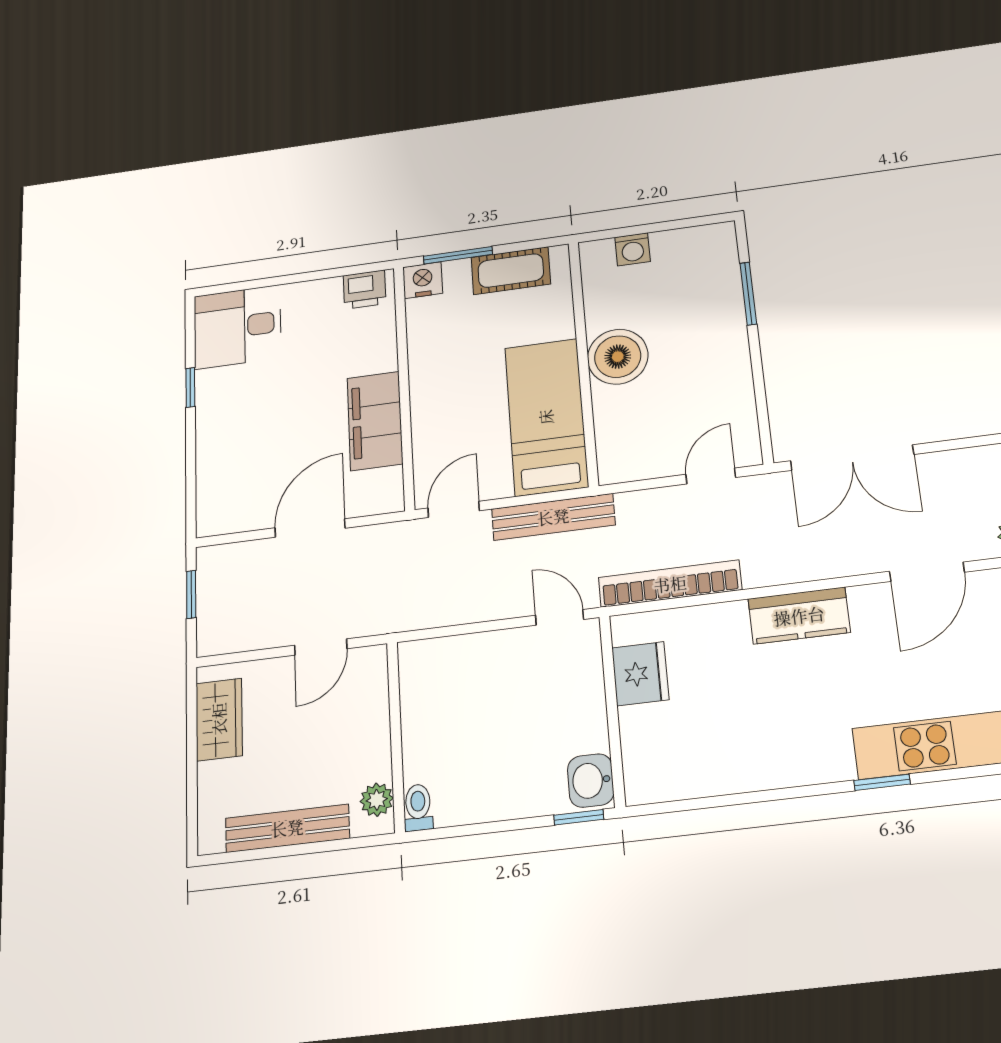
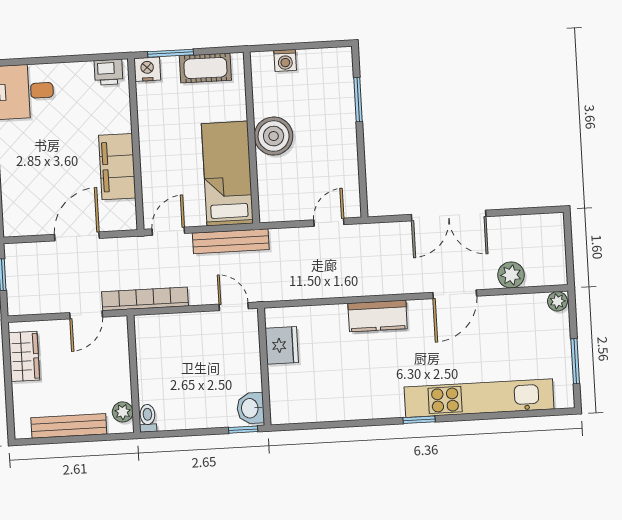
double door: (852, 458) -> (449, 216), moved
bookcase: (670, 584) -> (145, 299), moved

